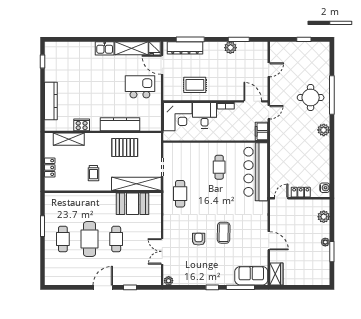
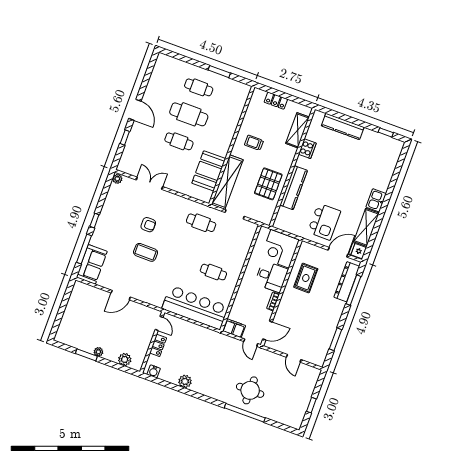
plant: (230, 48) -> (330, 328), removed
plant: (324, 130) -> (185, 381), moved
wardrobe: (276, 274) -> (84, 290), removed

